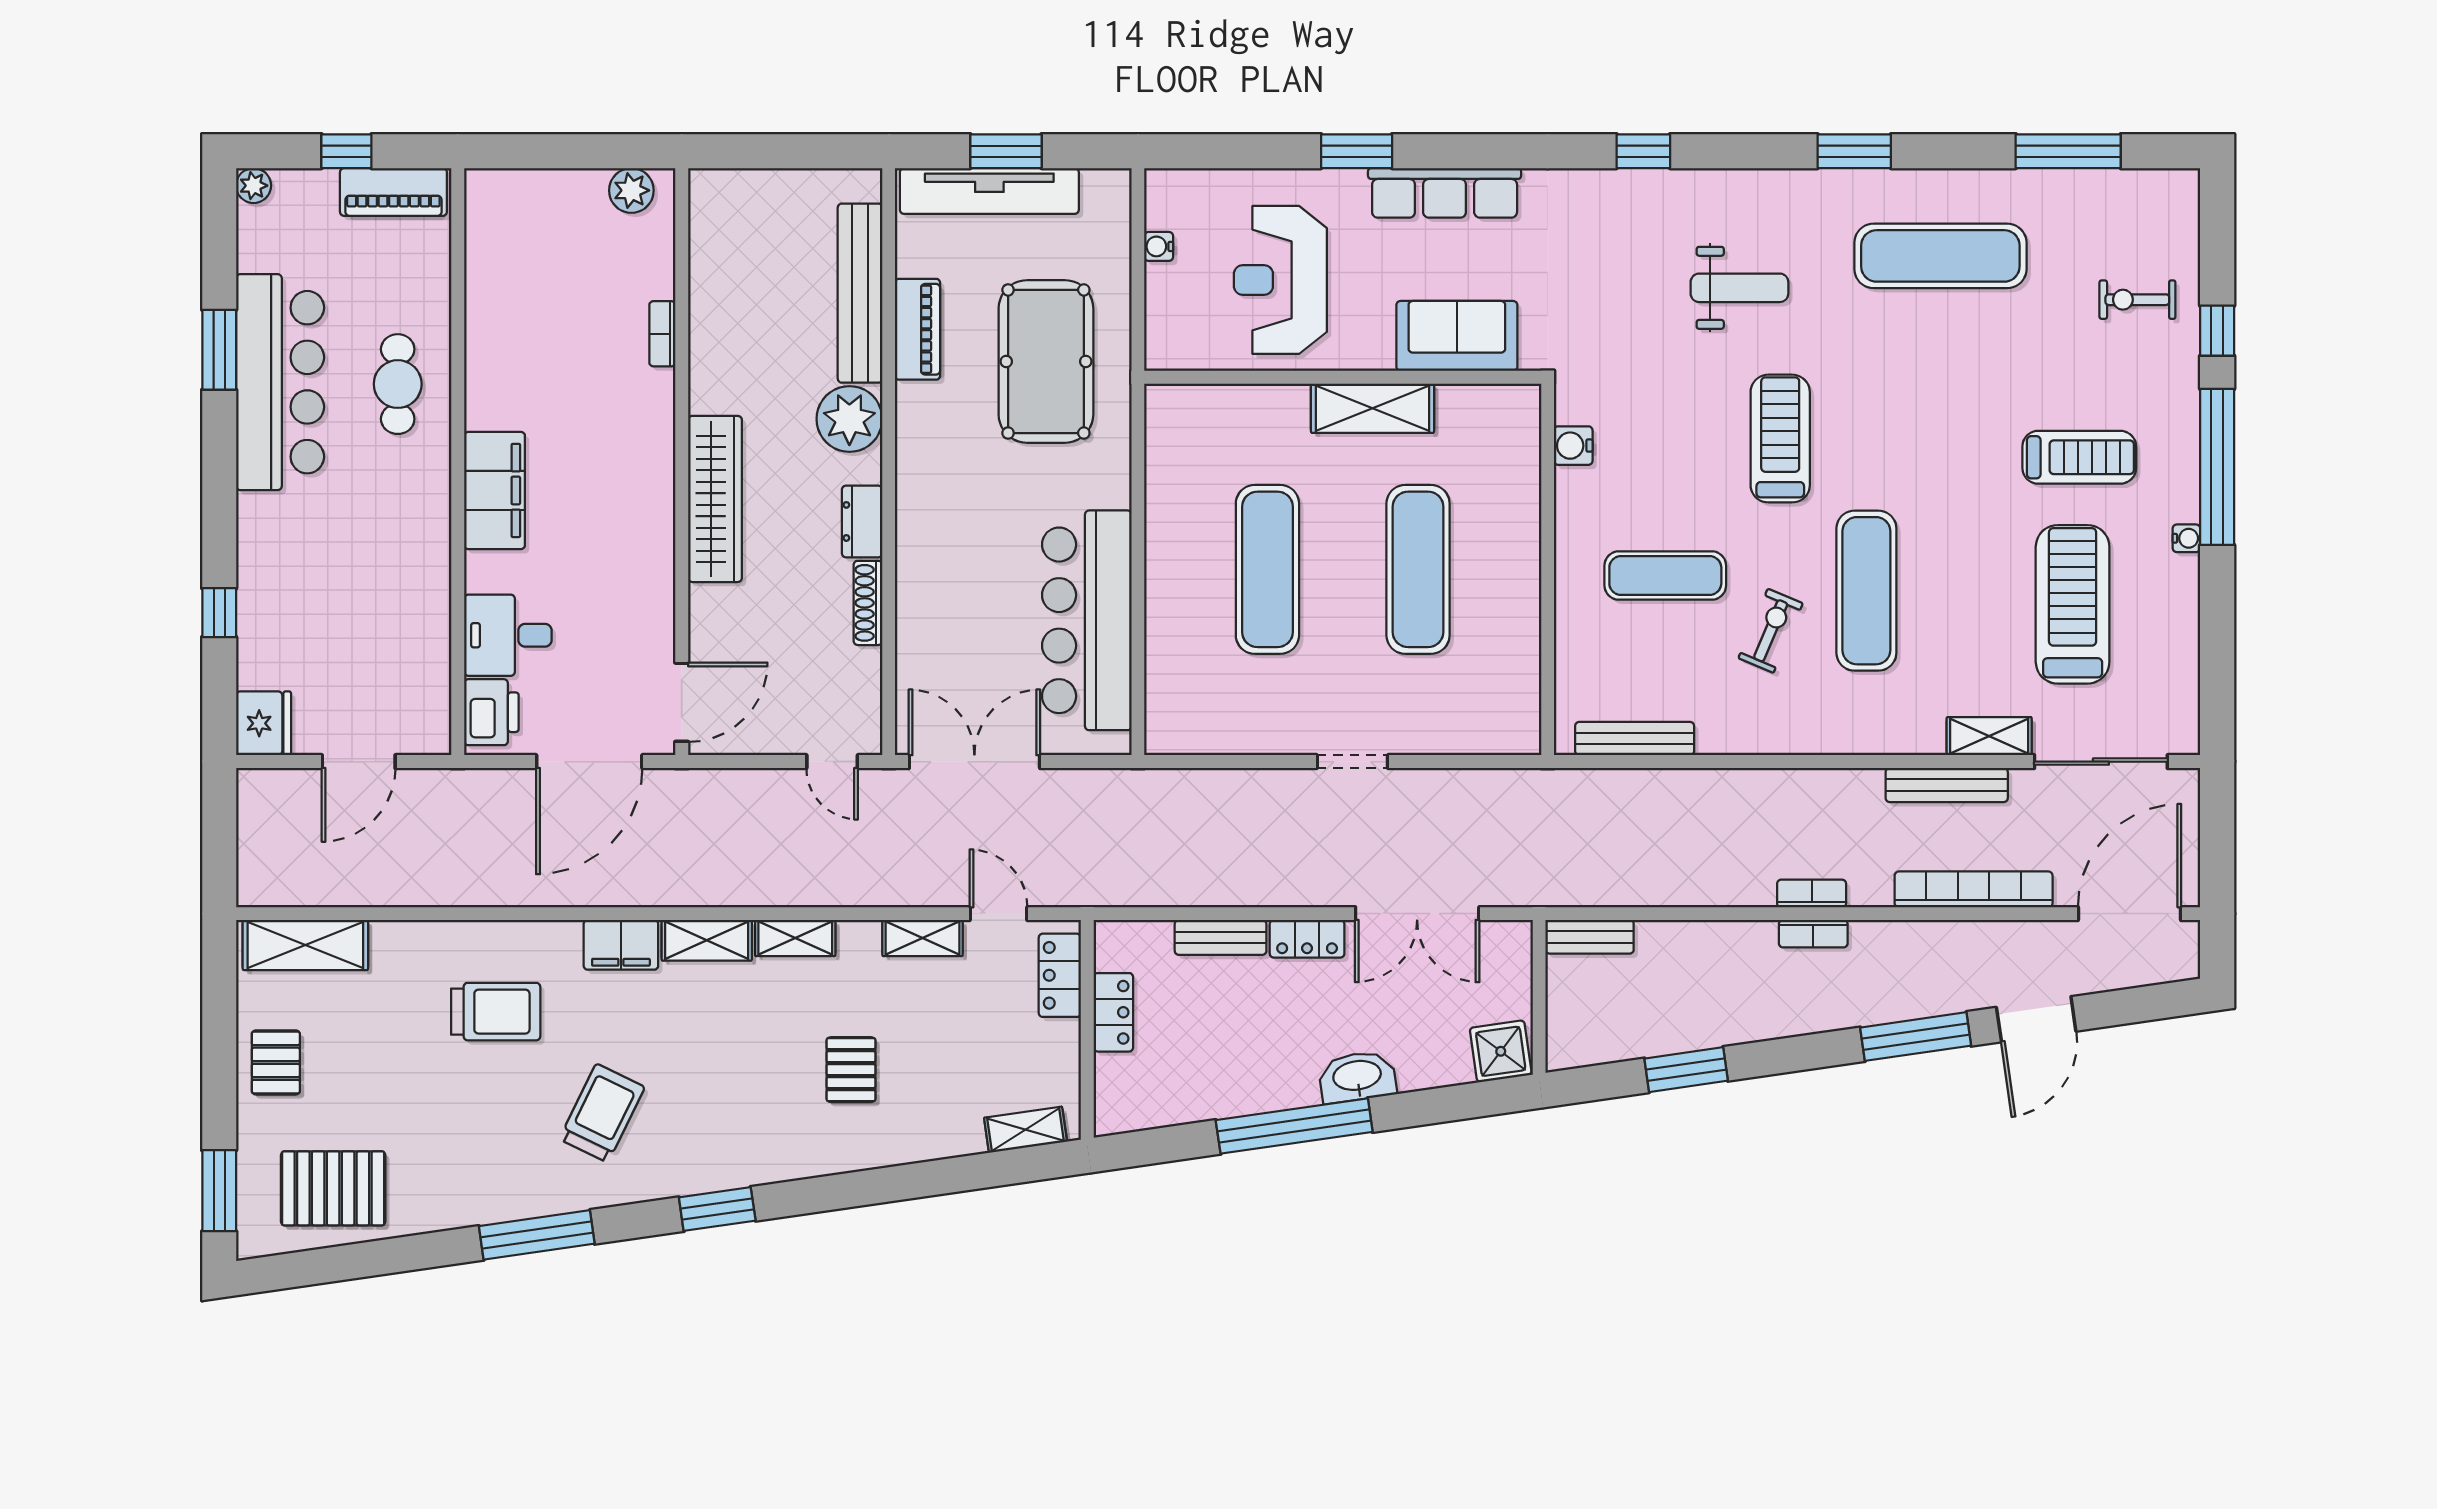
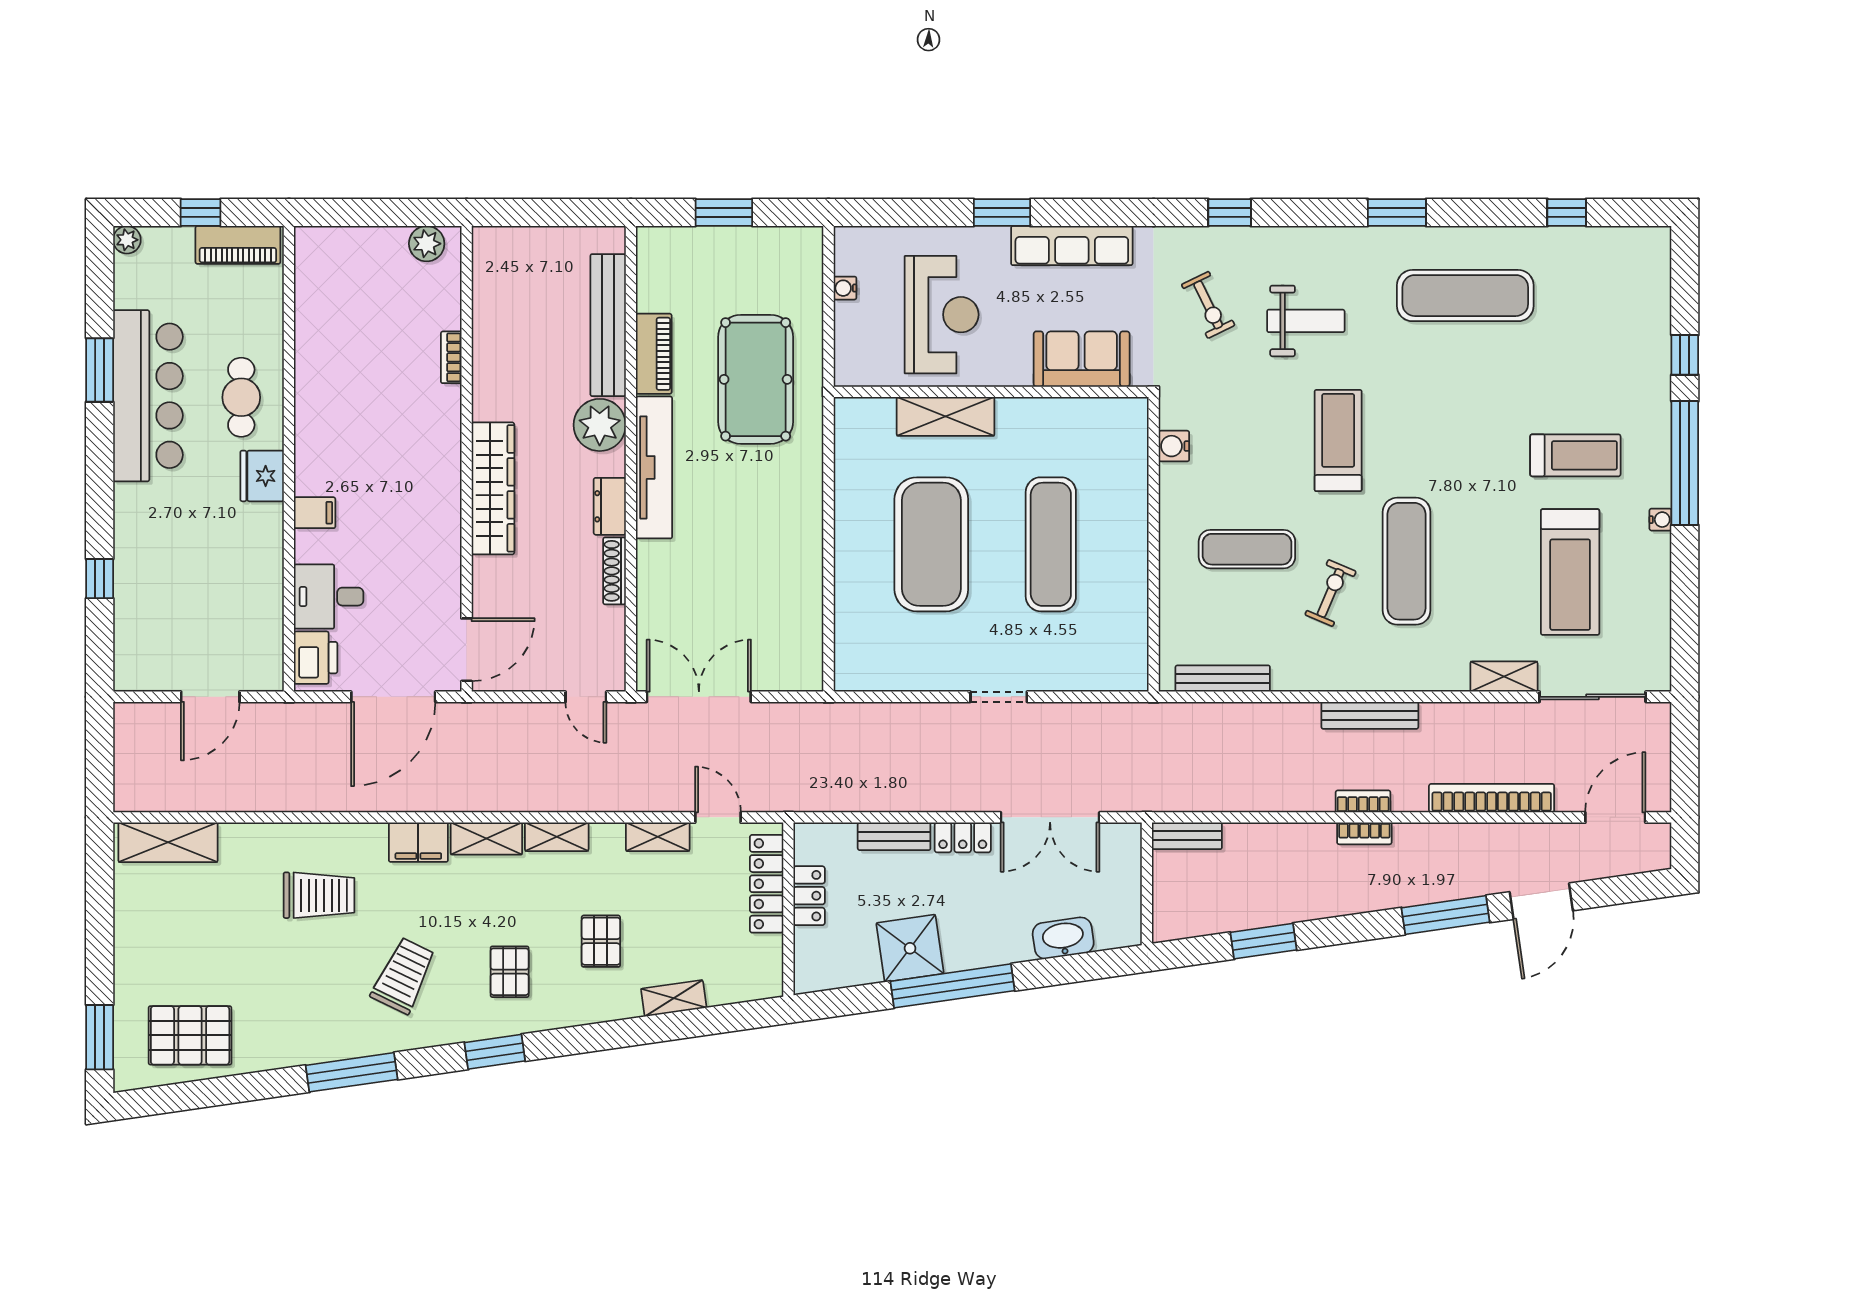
window: (2068, 151) -> (1567, 213), width x0.46
tv unit: (989, 191) -> (654, 467), moved, turned -90
reception desk: (1280, 280) -> (942, 315), turned 180
exercise bike: (2137, 300) -> (1208, 305), moved, turned -116
shelving: (1373, 408) -> (946, 416), moved
filing cabinet: (495, 490) -> (315, 513), width x0.33, depth x0.86
exercise mat: (1267, 569) -> (931, 544), width x1.47
treadmill: (2073, 604) -> (1570, 572), turned 180
bar counter: (1087, 620) -> (788, 585), removed
fridge: (264, 723) -> (262, 476), moved, turned 180
bench: (1947, 785) -> (1370, 715), moved
door: (2130, 914) -> (1615, 817), width x0.73
locker: (1060, 975) -> (767, 884), width x1.53
shower: (1501, 1051) -> (910, 948), moved, width x1.36, depth x1.36
pallet: (276, 1062) -> (510, 972), moved
washbasin: (1357, 1077) -> (1063, 938), moved
shelving: (1026, 1130) -> (674, 998), moved

